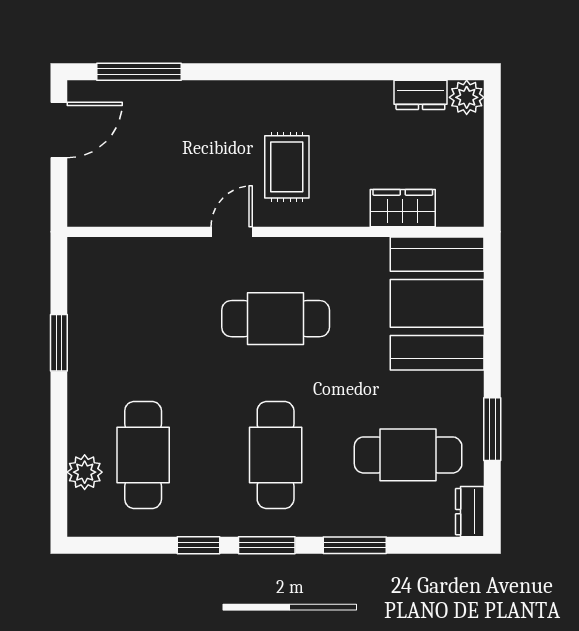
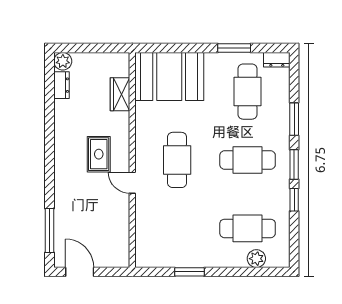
rug: (287, 167) -> (99, 154), turned 90

